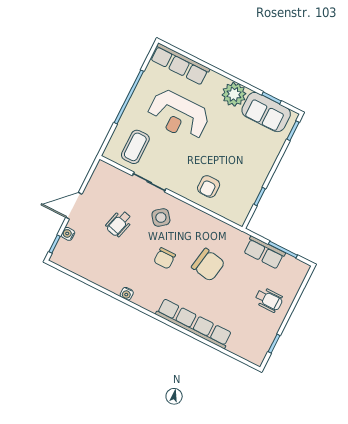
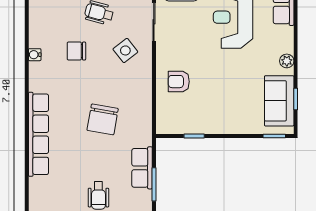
plant: (234, 94) -> (287, 61), width x0.53, depth x0.53
chair: (165, 258) -> (76, 51), moved

